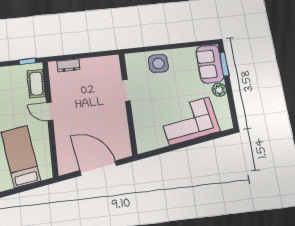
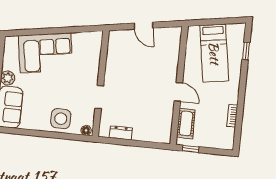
floor lamp: (132, 58) -> (86, 130), added
dresser: (69, 65) -> (121, 133), moved
door: (98, 168) -> (143, 26), width x0.53

